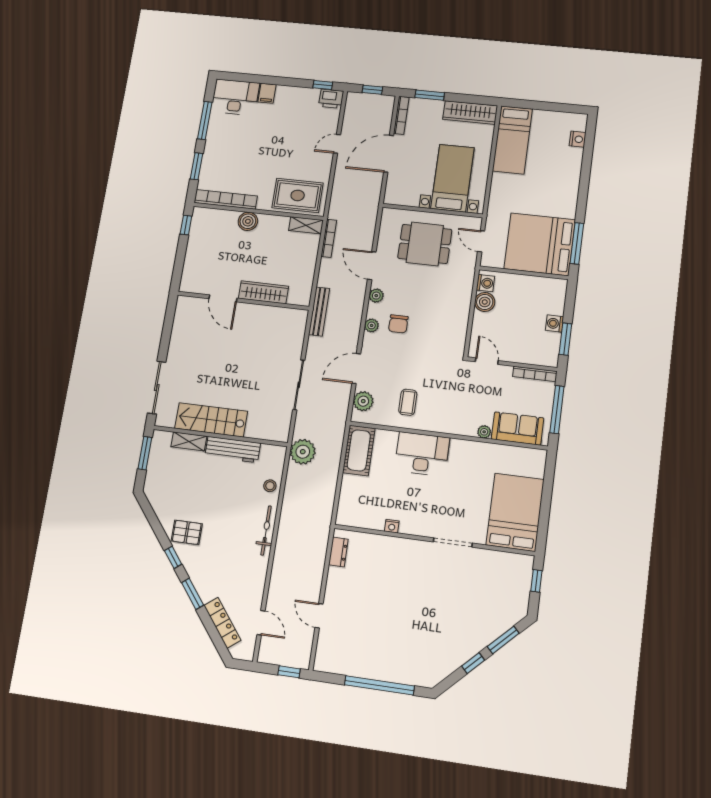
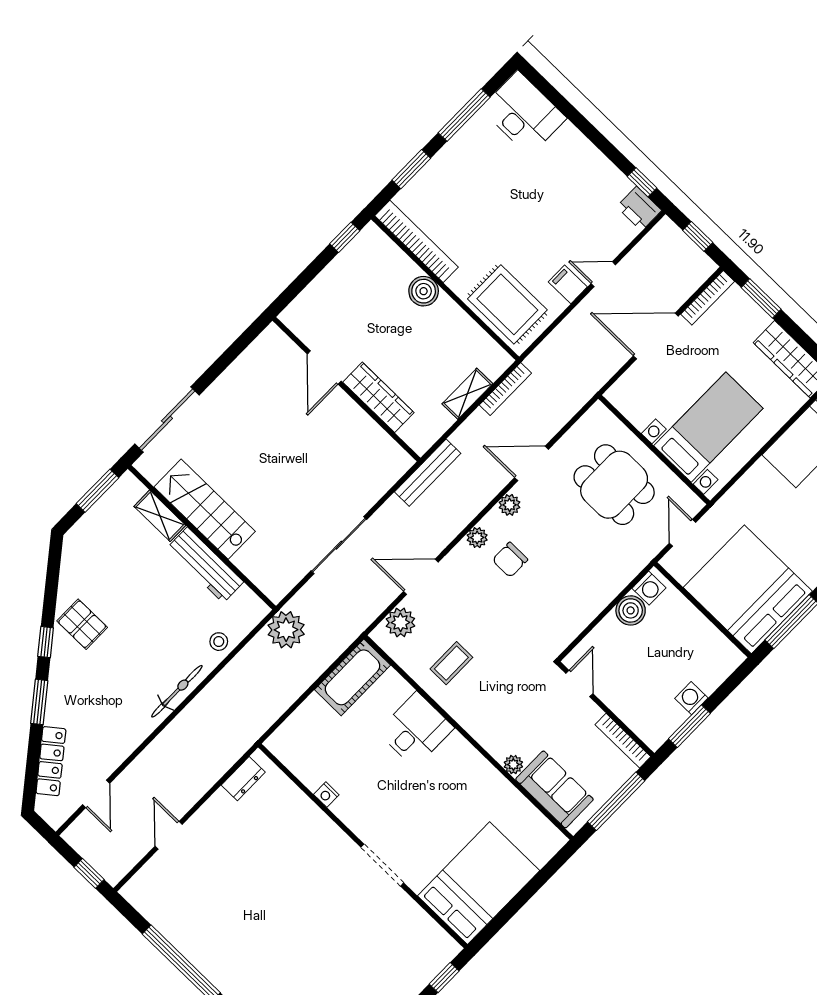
filing cabinet: (267, 93) -> (568, 284), moved, turned 90
shelving: (306, 225) -> (467, 394), moved, turned 90
door: (372, 266) -> (531, 463), hinge flipped
desk: (422, 454) -> (416, 730), width x0.73

